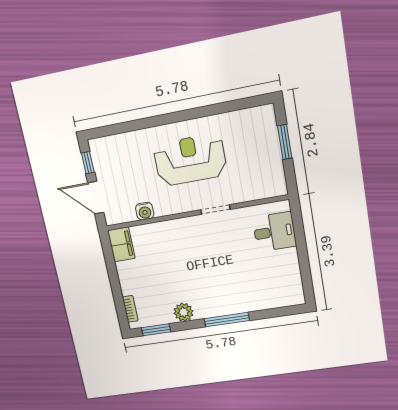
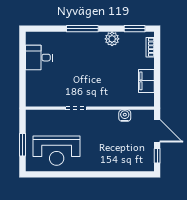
reception desk: (190, 160) -> (57, 151), moved
desk: (274, 232) -> (39, 58), moved
filing cabinet: (121, 244) -> (146, 81), moved

